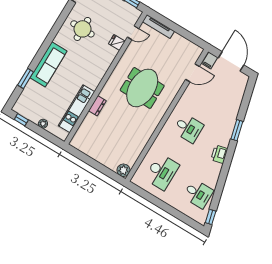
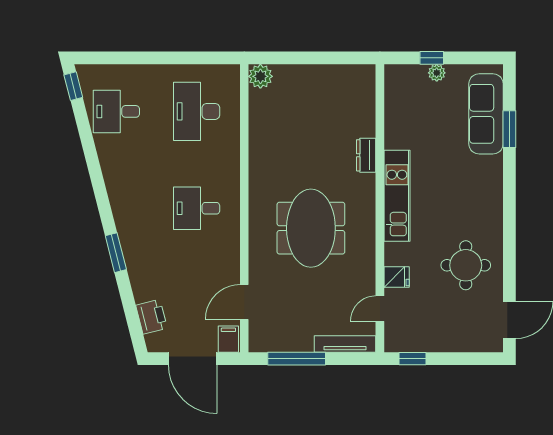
window: (184, 33) -> (297, 359), added
sofa: (48, 64) -> (486, 114), moved
kitchen unit: (77, 109) -> (397, 196), moved
window: (21, 120) -> (432, 58), moved
printer: (219, 154) -> (151, 317), moved

